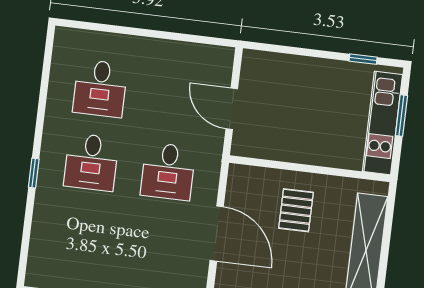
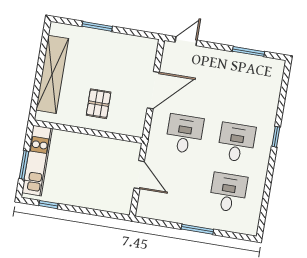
window: (143, 32) -> (197, 229), added
door: (217, 234) -> (153, 90), swing flipped

